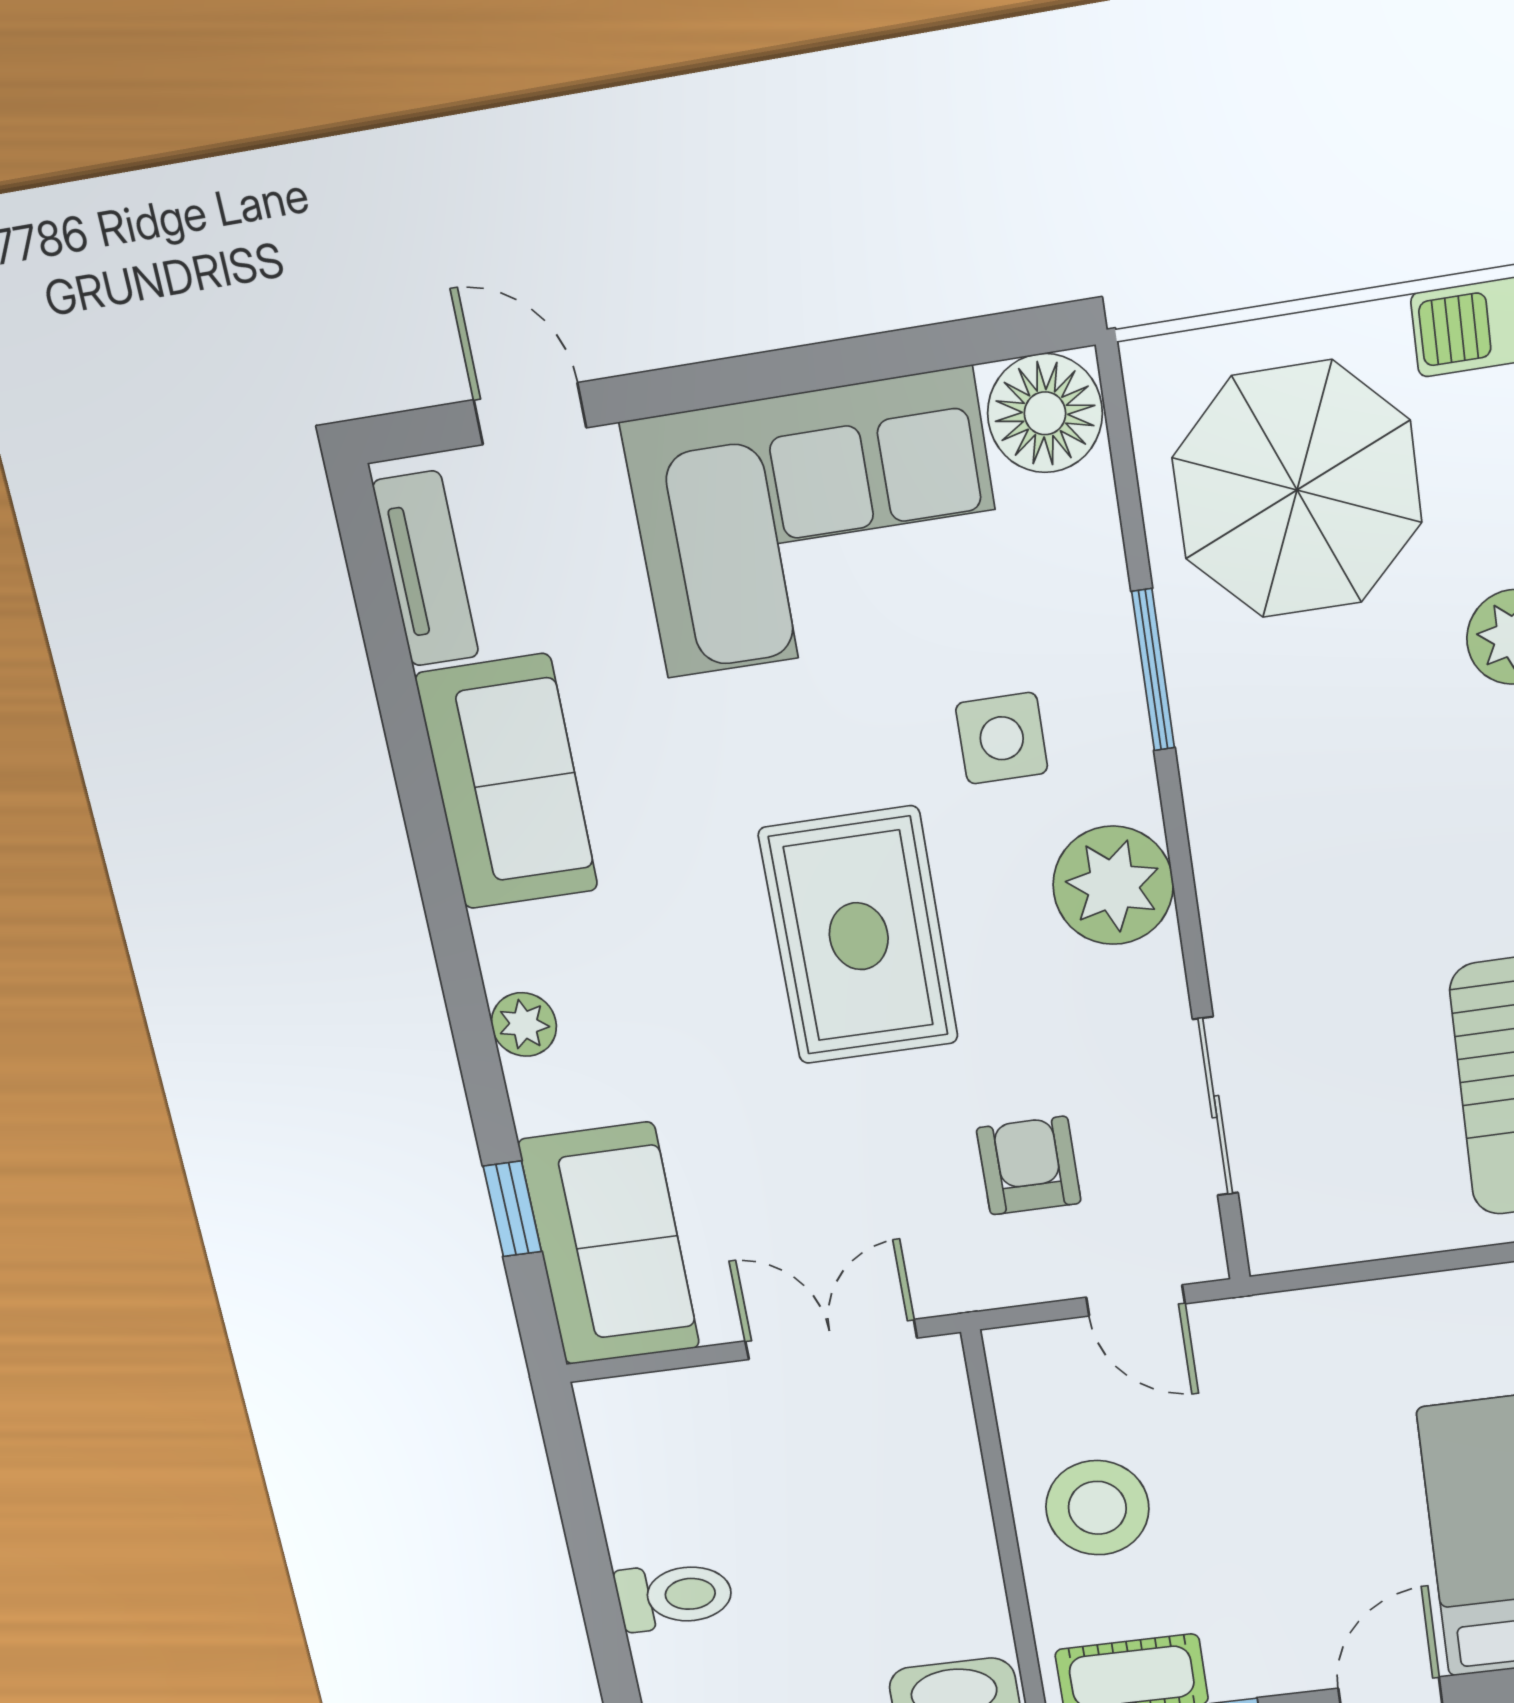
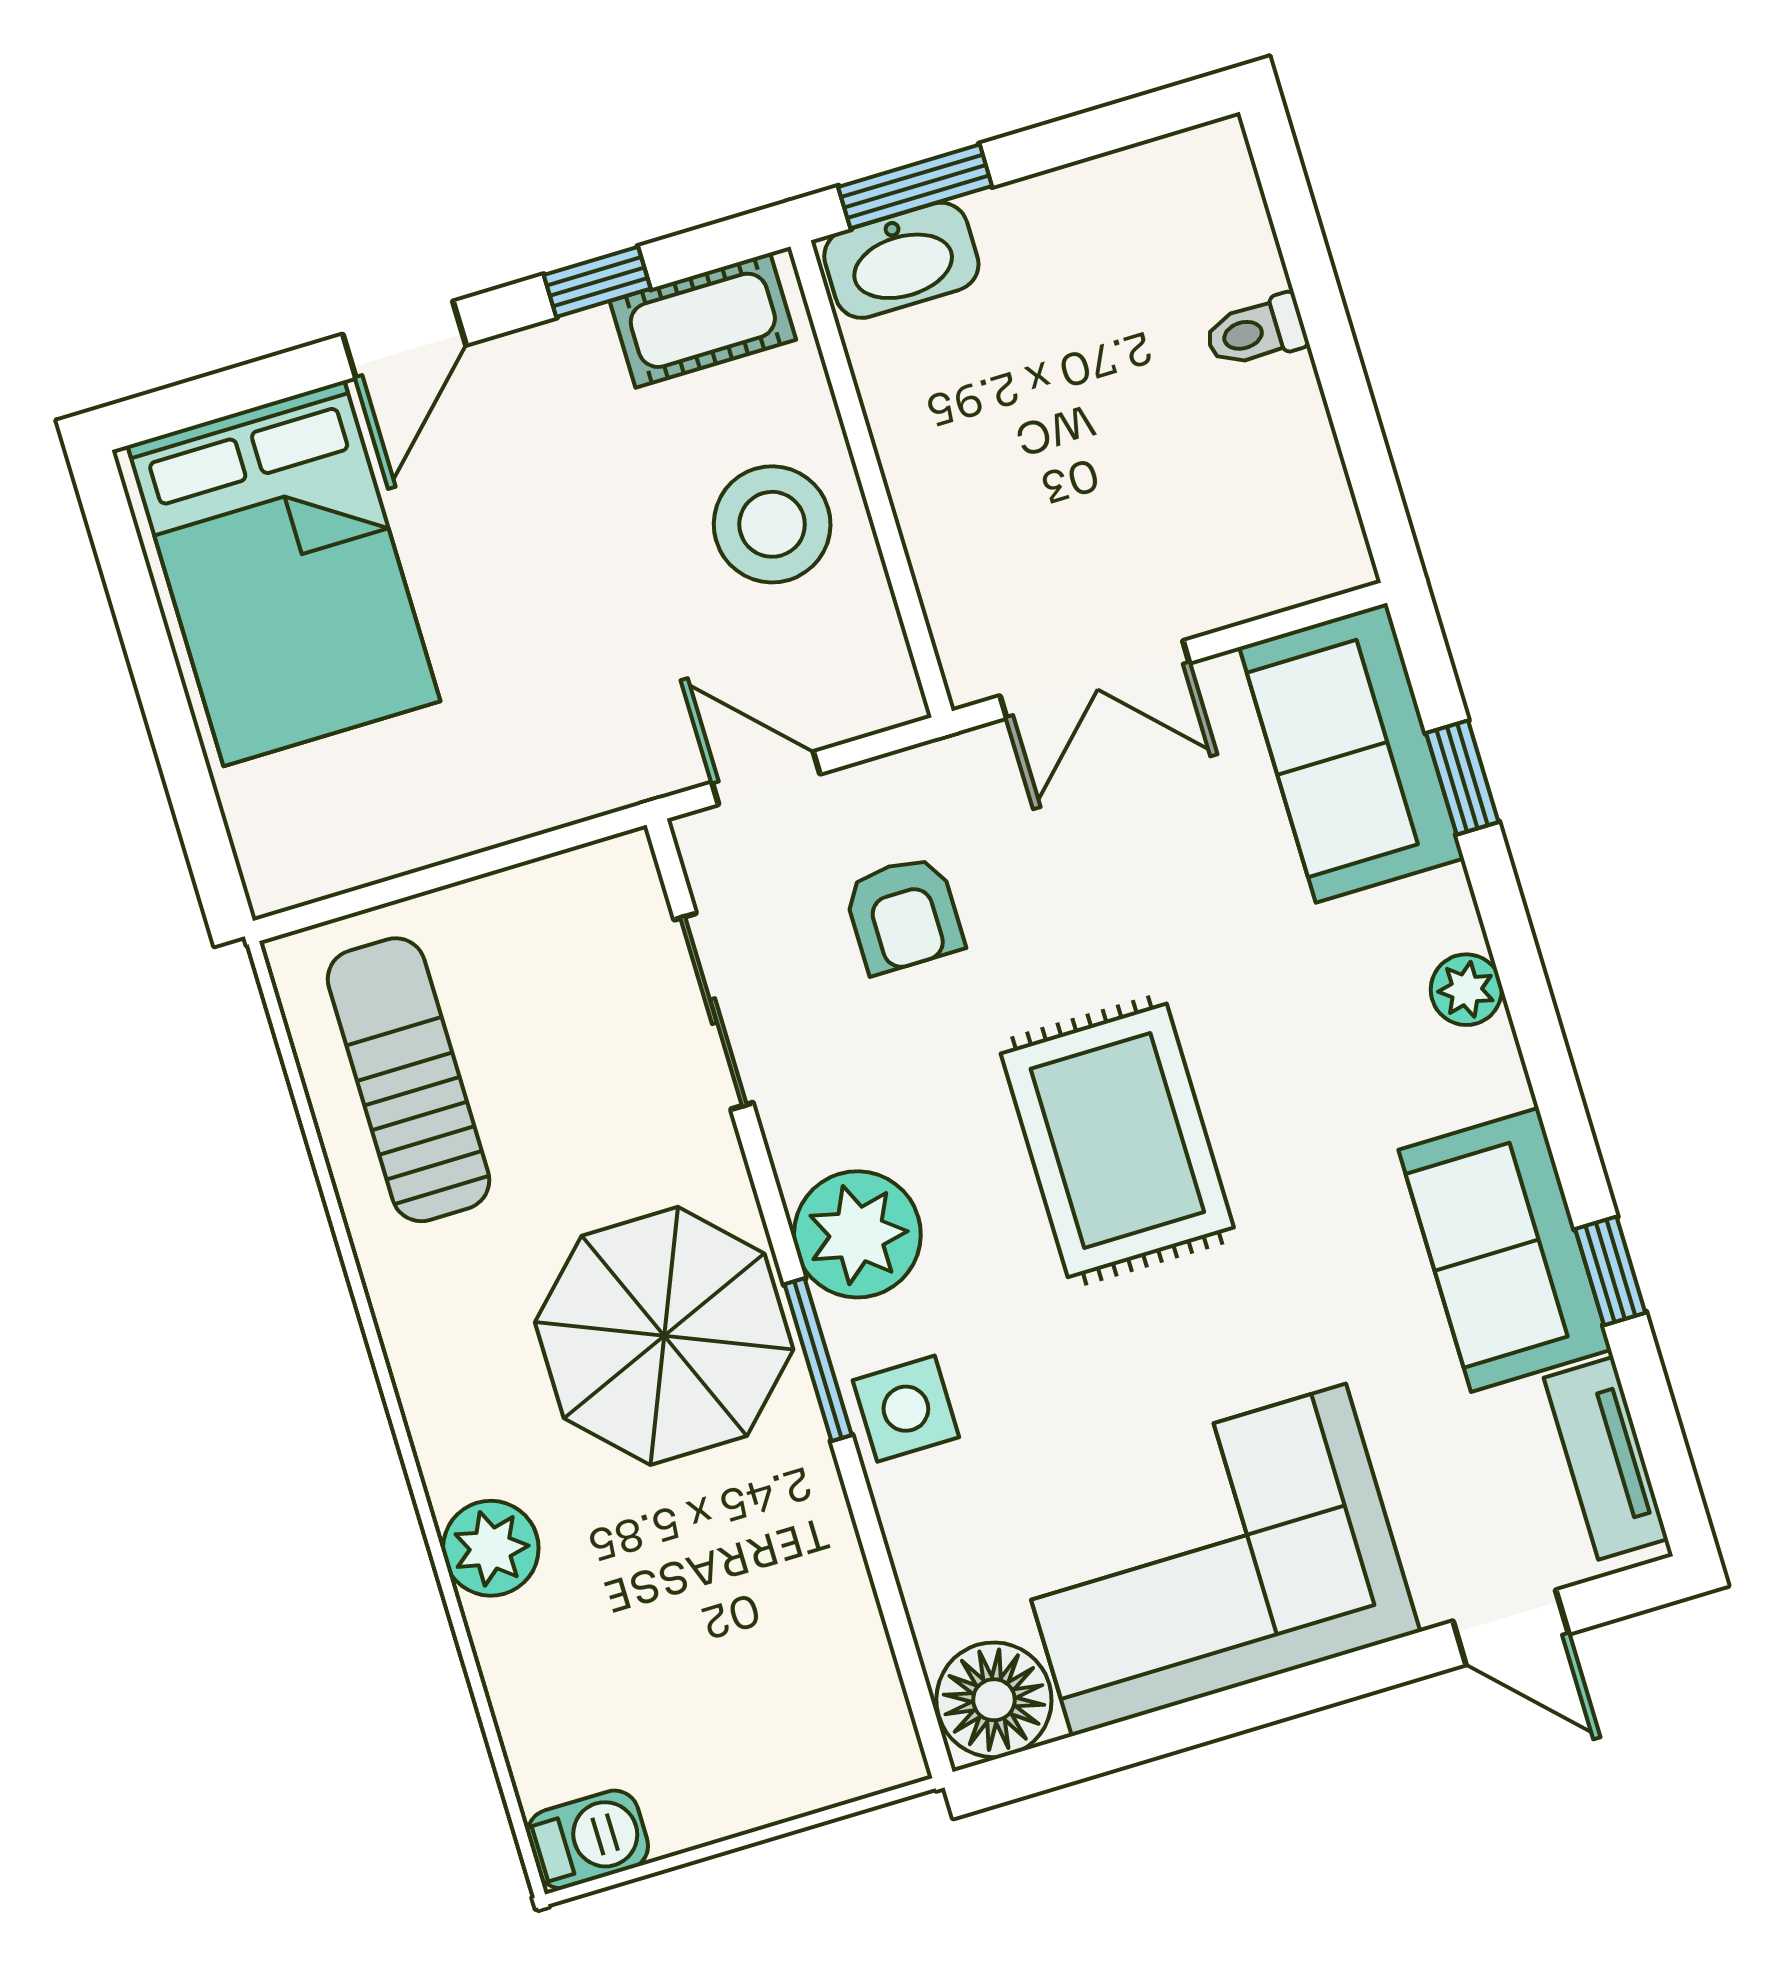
parasol: (1297, 490) -> (664, 1336), moved
window: (1153, 670) -> (818, 1360), moved
side table: (1002, 738) -> (906, 1409), moved
window: (410, 748) -> (1610, 1271), added
toilet: (675, 1596) -> (1256, 331), width x0.73, depth x0.72

